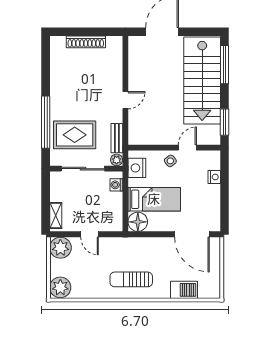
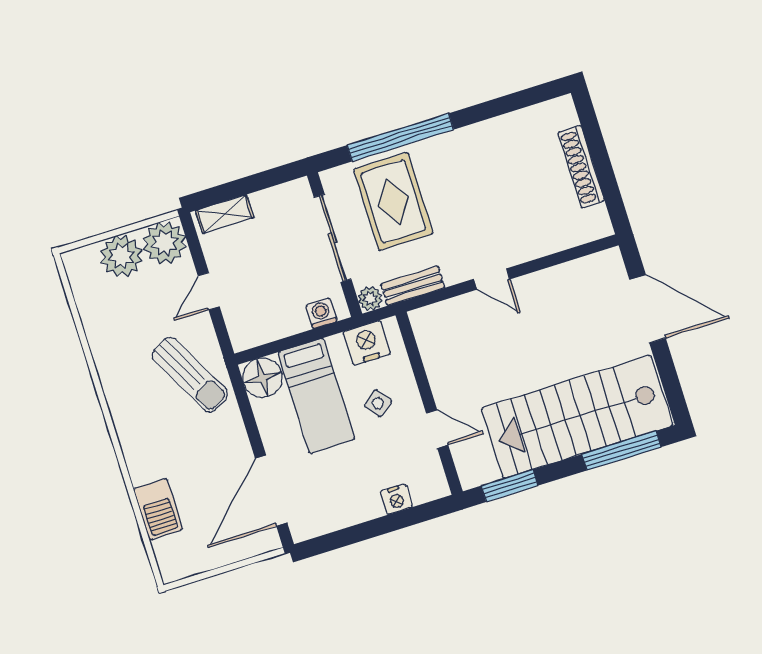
side table: (170, 161) -> (378, 403), moved
sun lounger: (131, 279) -> (190, 375), moved, turned 152
plant: (60, 287) -> (121, 256), moved

